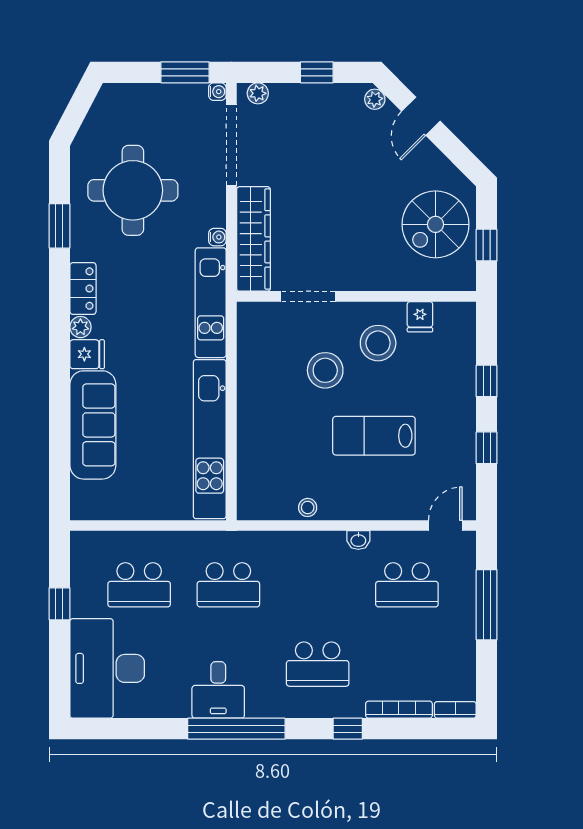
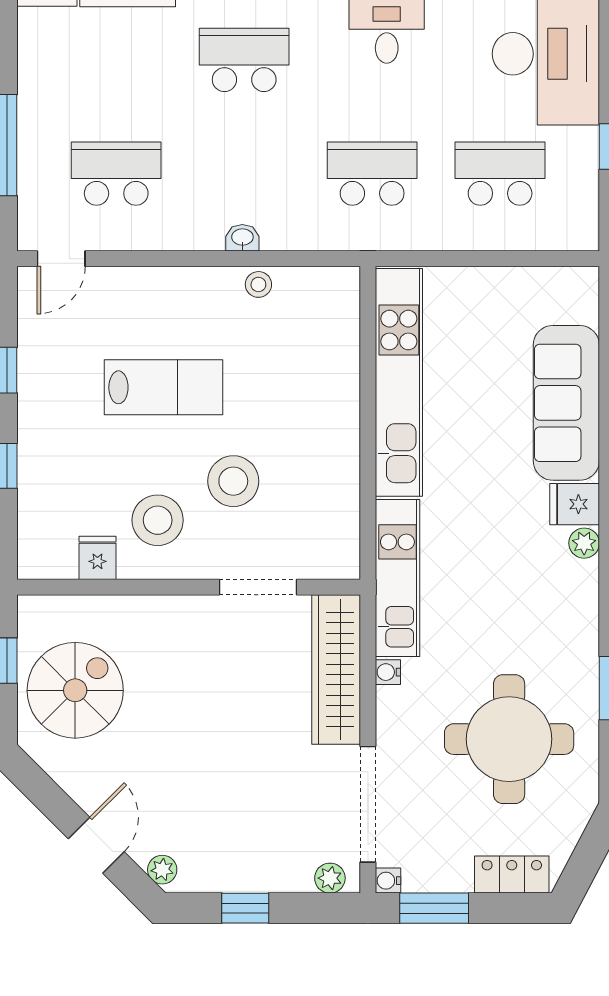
locker: (83, 289) -> (512, 875), moved, turned 90
washbasin: (358, 540) -> (242, 238), moved

